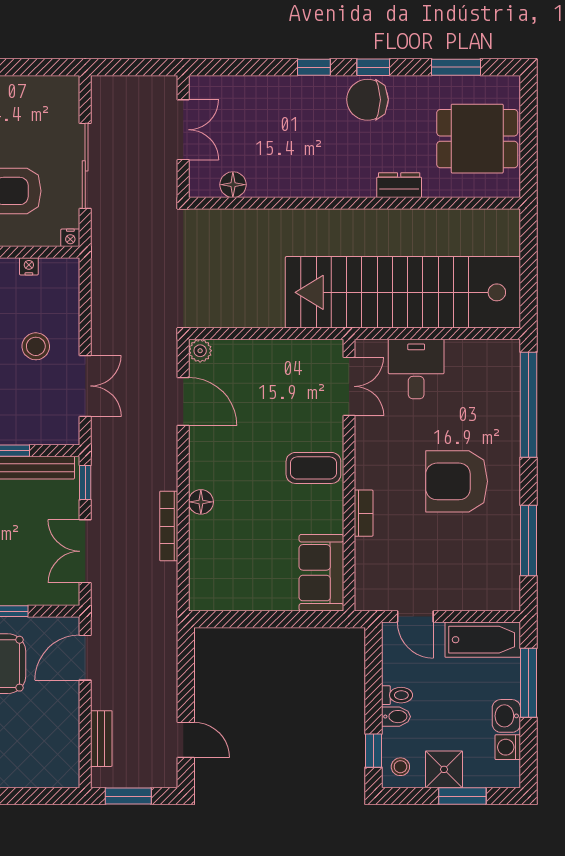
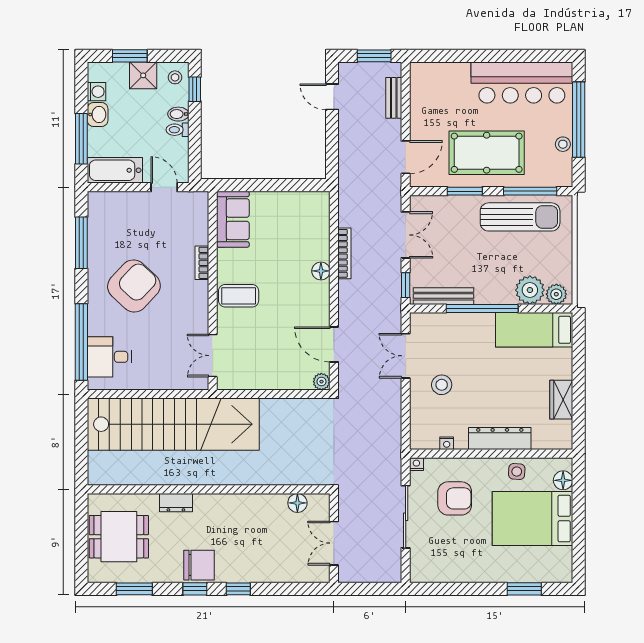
desk: (416, 369) -> (109, 357), moved, turned 90
armchair: (457, 481) -> (134, 286), turned -47

